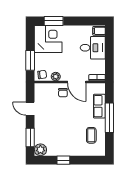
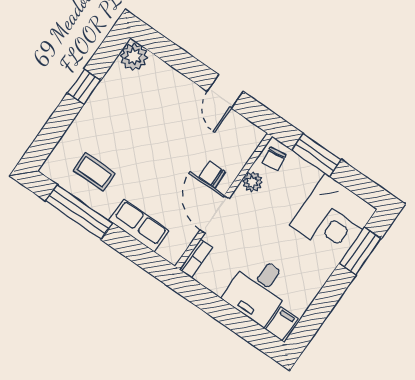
door: (77, 82) -> (214, 214), hinge flipped
door: (30, 109) -> (225, 91), swing flipped
window: (109, 118) -> (79, 212), moved
window: (30, 137) -> (171, 53), removed

